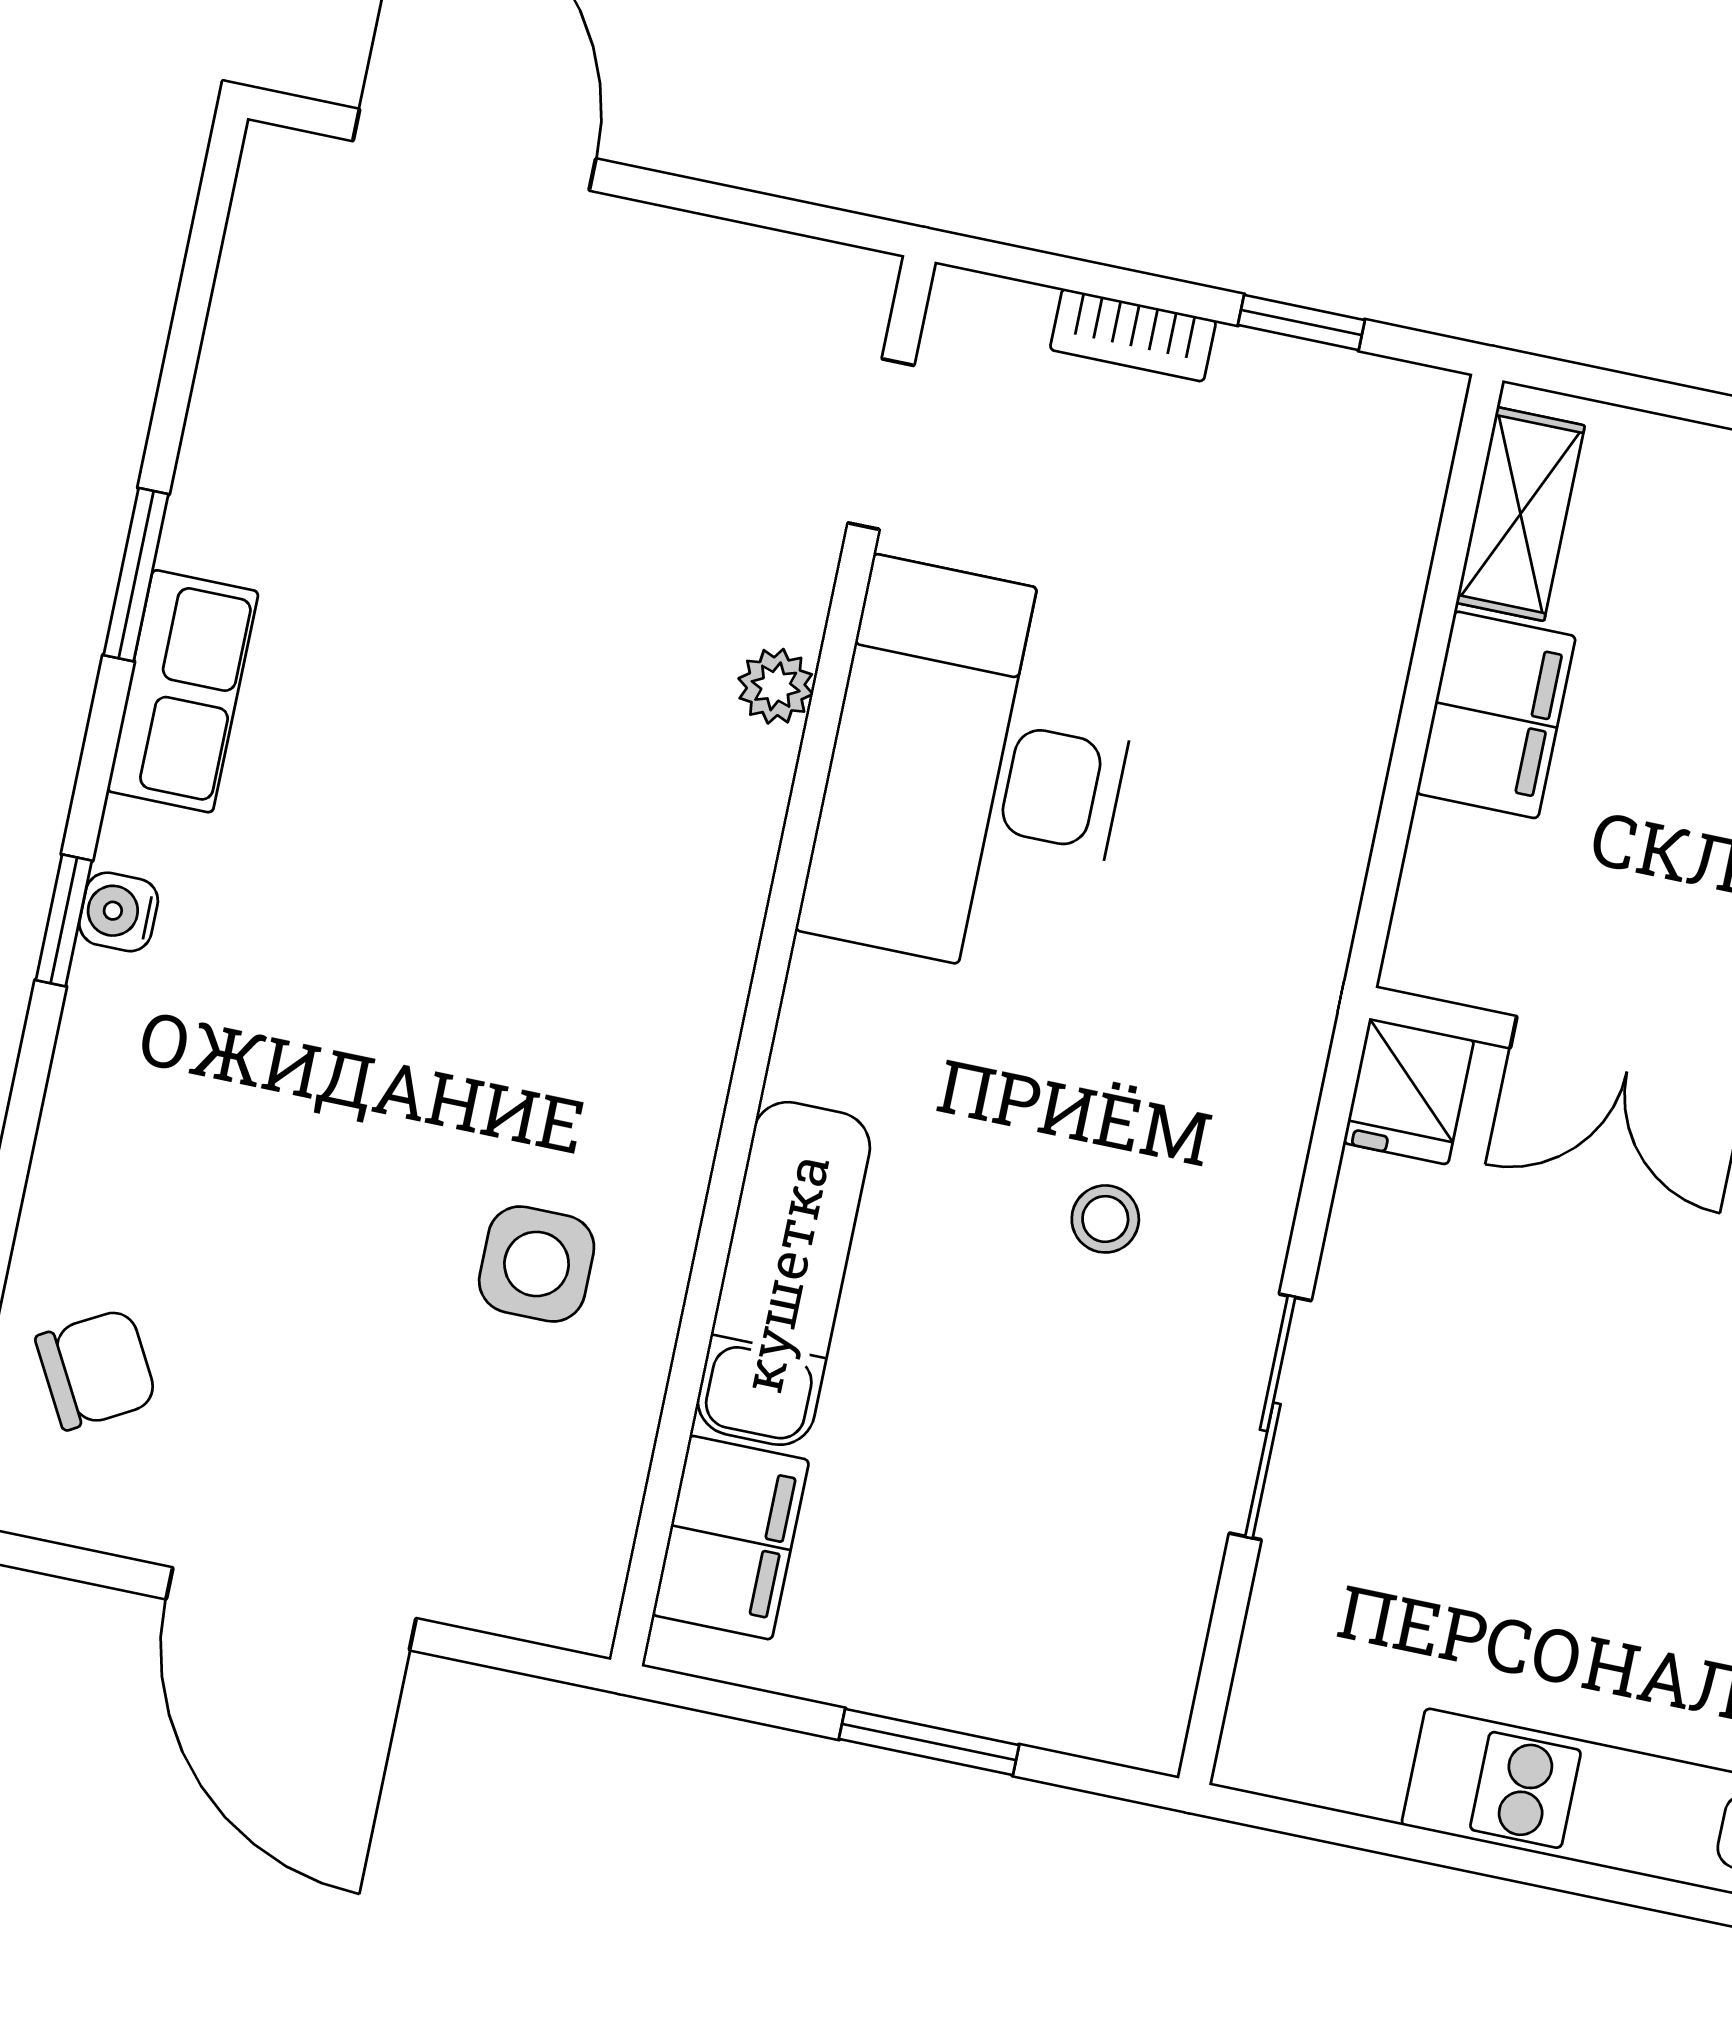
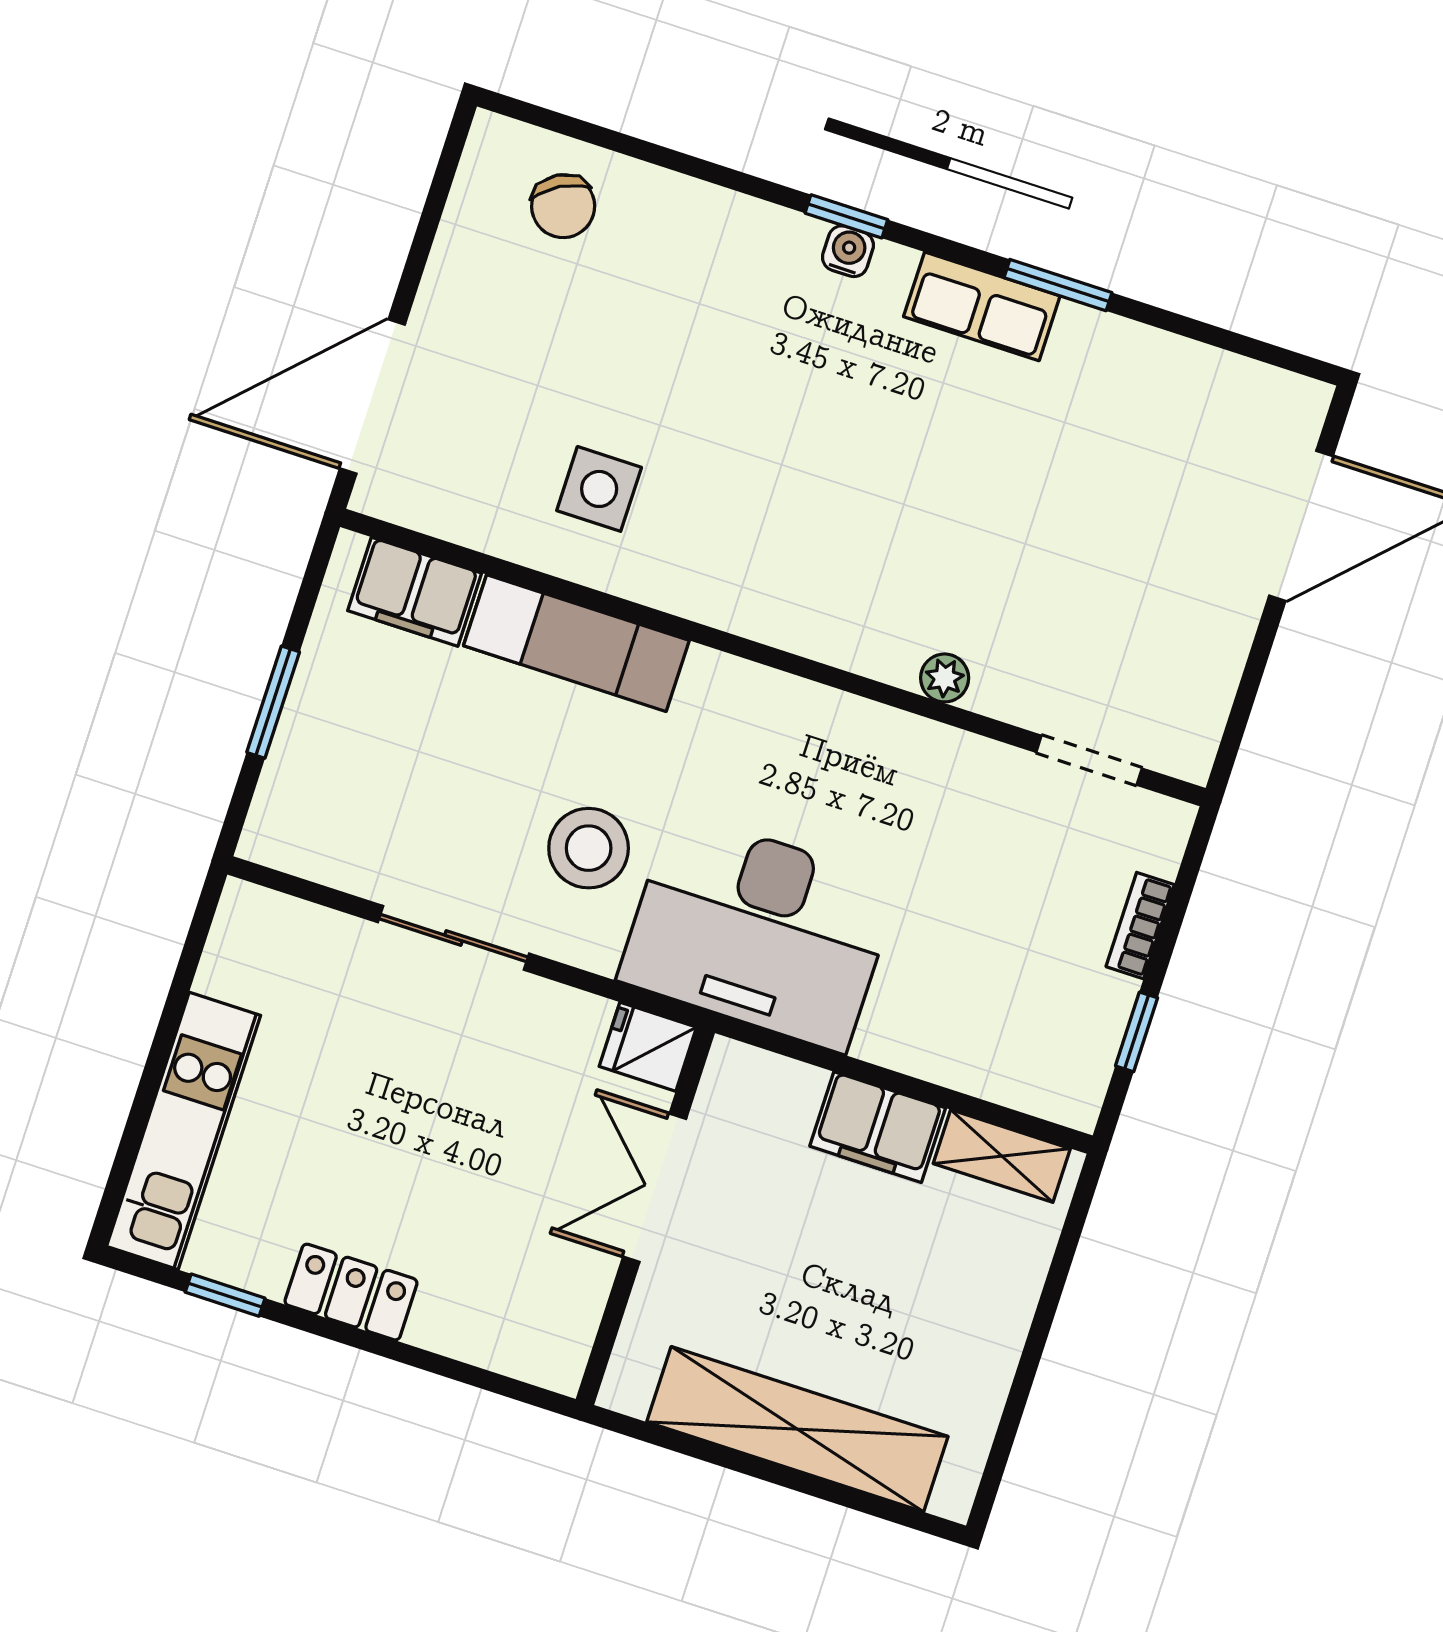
desk: (975, 771) -> (758, 931), moved, turned 180
stool: (1105, 1219) -> (589, 848), width x1.89, depth x1.89
door: (291, 1609) -> (372, 396), moved

